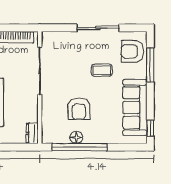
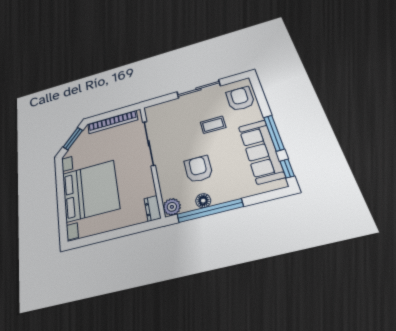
armchair: (132, 51) -> (240, 99), turned 90
window: (150, 65) -> (274, 133), moved
armchair: (79, 109) -> (198, 169), turned 180
plant: (49, 136) -> (172, 207), added

